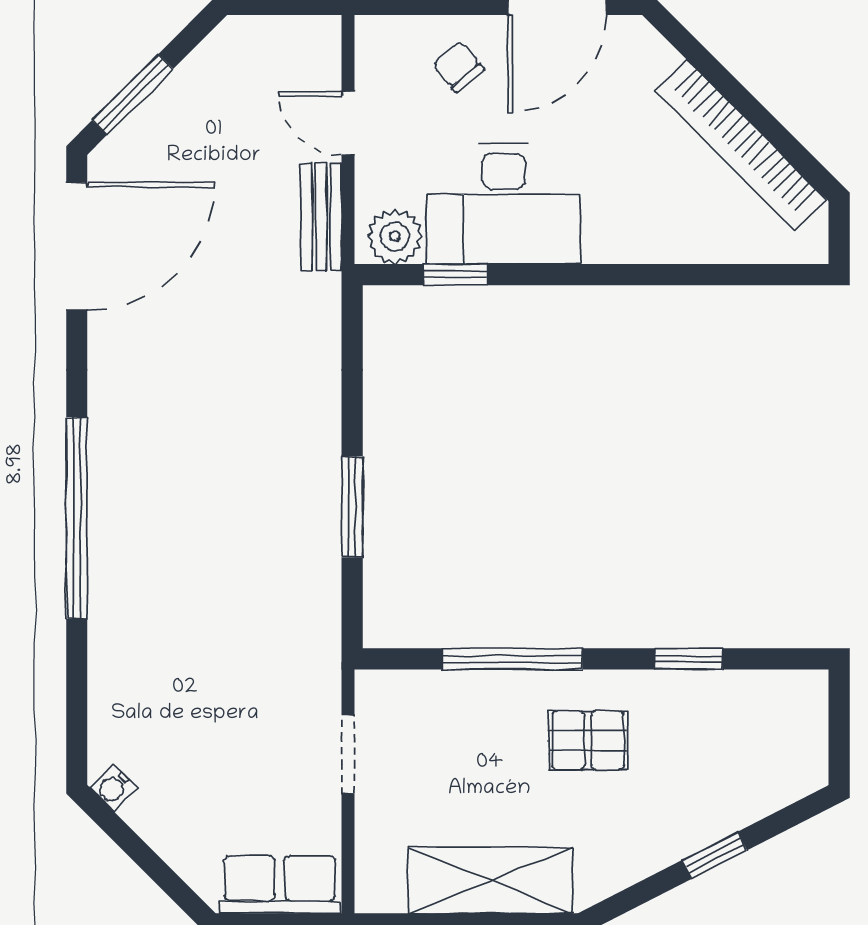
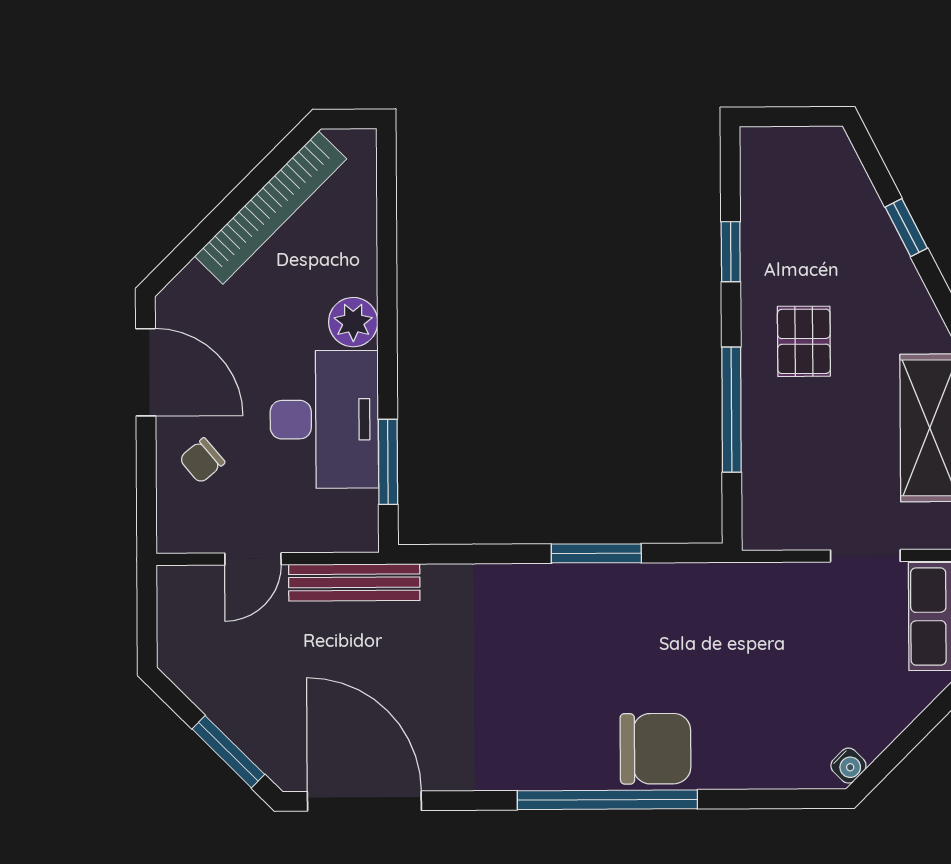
bench: (321, 217) -> (354, 582), width x1.36
plant: (395, 237) -> (353, 322), moved
window: (456, 275) -> (388, 462), width x1.50
chair: (134, 572) -> (656, 749), added
doorway: (348, 754) -> (865, 556), moved

